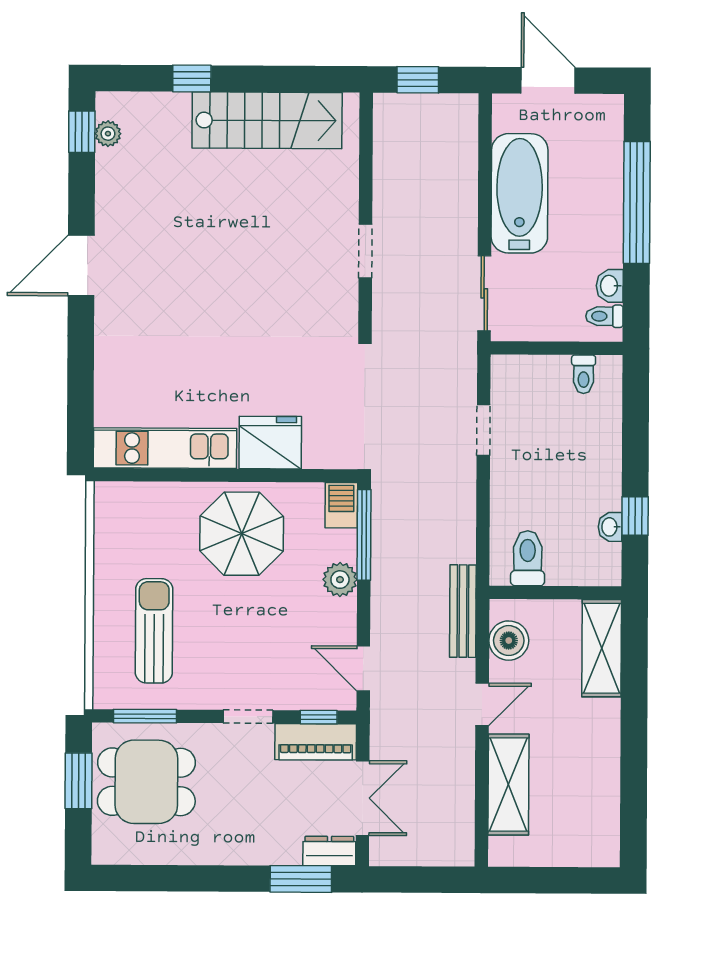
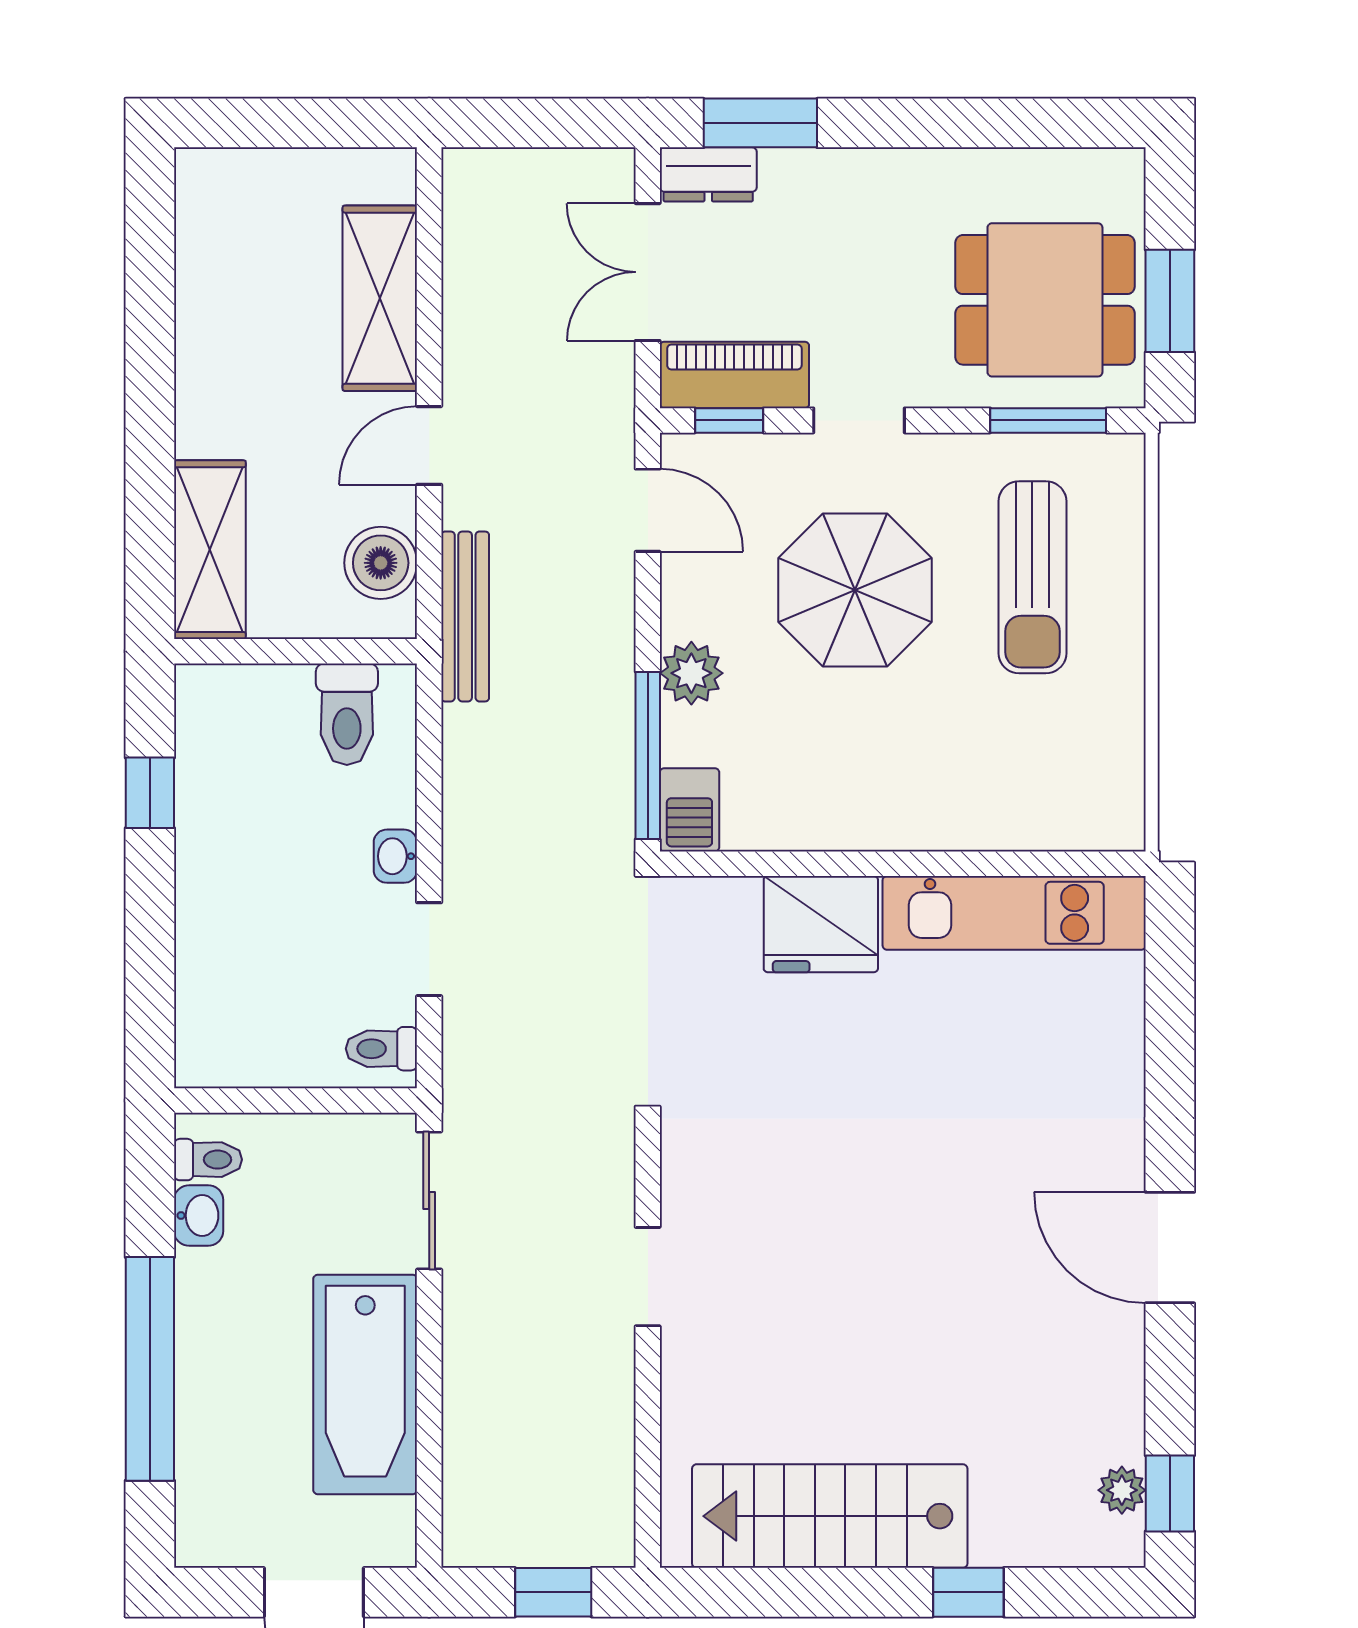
door: (81, 266) -> (1170, 1248), swing flipped
toilet: (584, 374) -> (381, 1049), moved, turned -90
washbasin: (610, 527) -> (395, 856), moved, turned 180
parasol: (242, 534) -> (855, 590), moved

